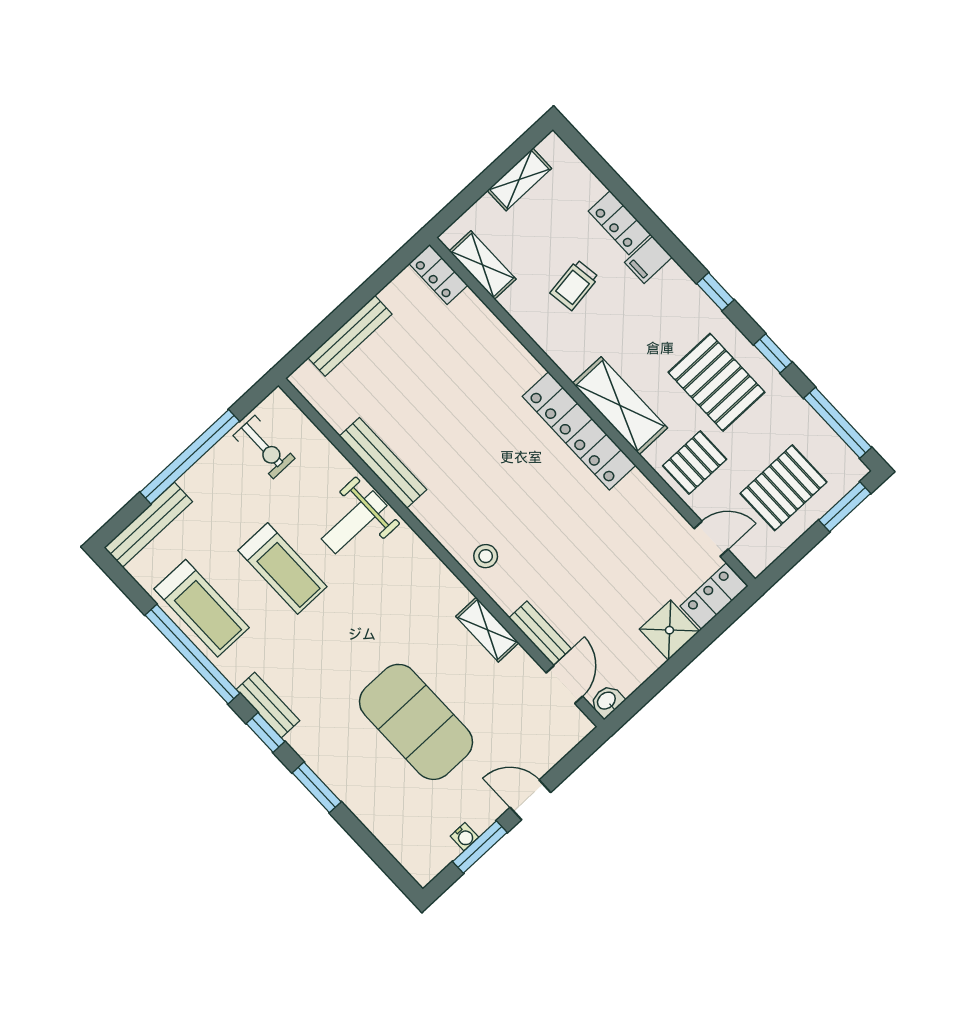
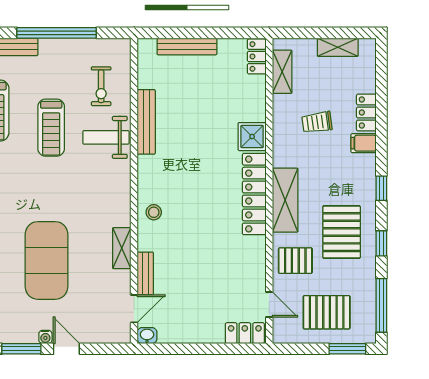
exercise bike: (264, 447) -> (101, 86), moved
shower: (669, 630) -> (252, 137), moved
water cooler: (464, 837) -> (45, 337), moved

